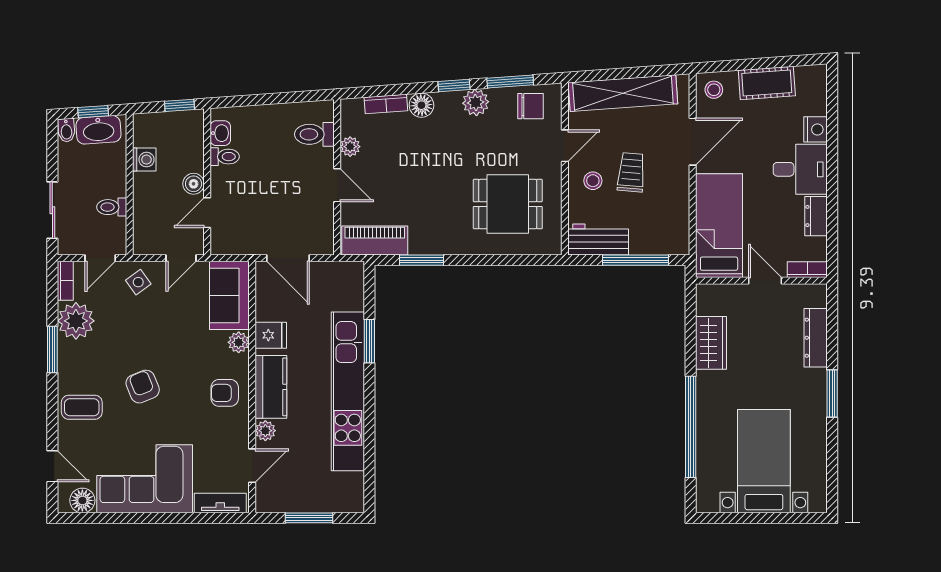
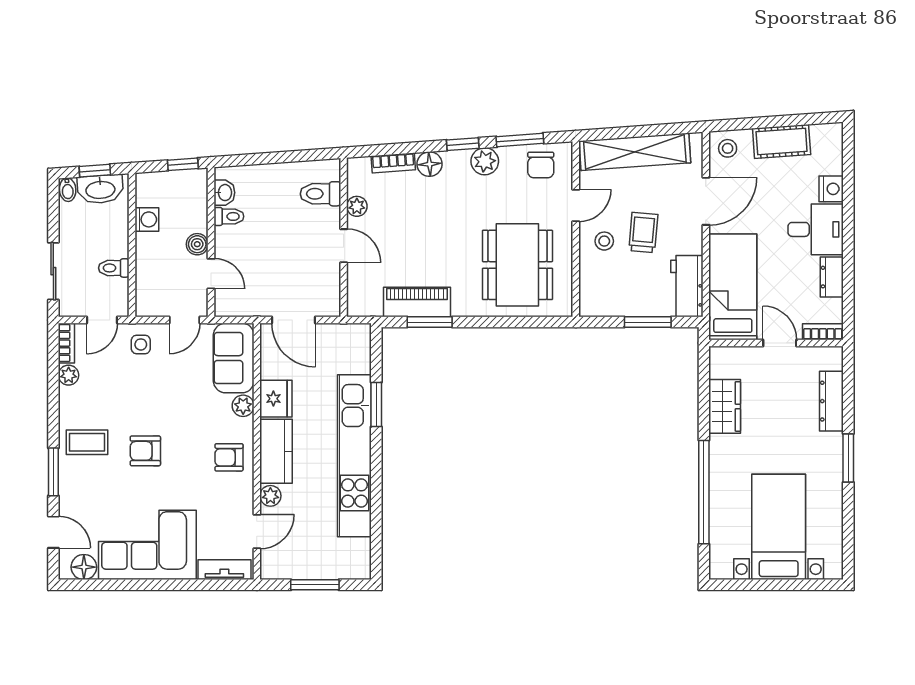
chair: (531, 106) -> (541, 165), turned 90
dining table: (508, 204) -> (517, 265), width x1.38
door: (207, 213) -> (211, 274), swing flipped
workbench: (598, 240) -> (687, 286), moved, turned -90
piano: (375, 241) -> (417, 302), moved
window: (635, 260) -> (648, 322), width x0.69
side table: (138, 282) -> (141, 344), turned 36
plant: (76, 321) -> (69, 375), width x0.53, depth x0.53
fridge: (271, 335) -> (276, 399), width x1.38
window: (52, 349) -> (53, 472), moved
armchair: (143, 387) -> (145, 451), turned -68
coffee table: (82, 407) -> (87, 442), moved

